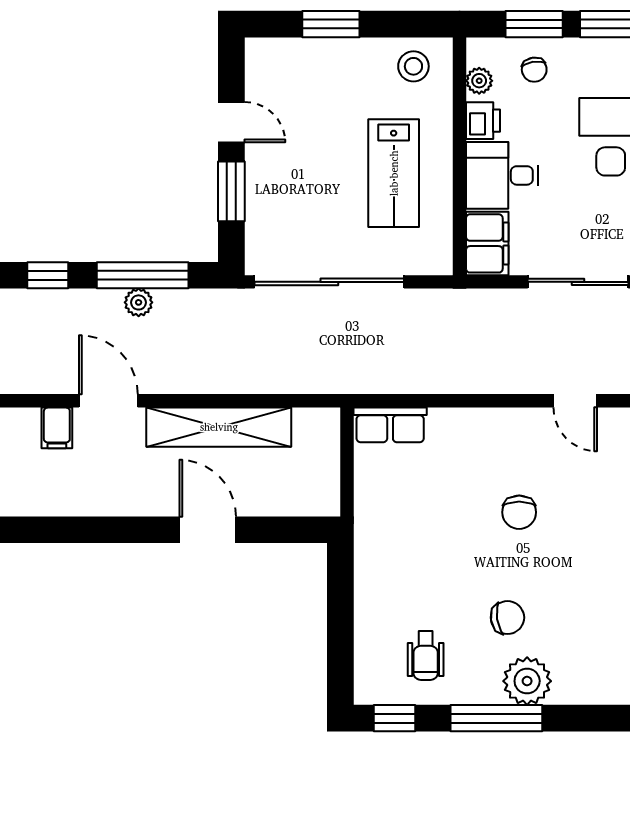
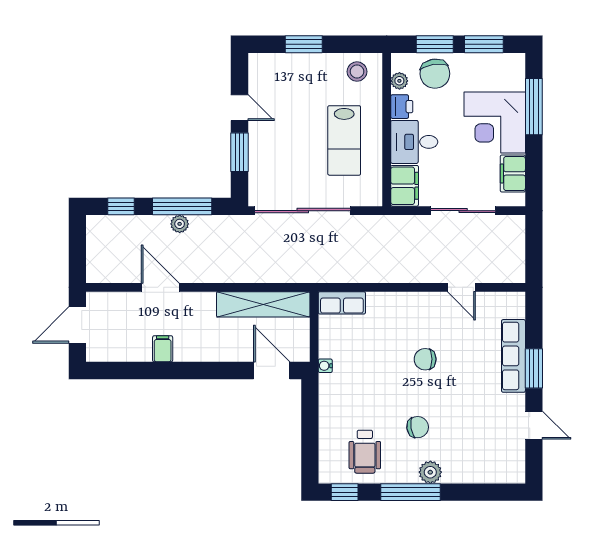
chair: (534, 70) -> (435, 74), width x1.87, depth x1.87
shelving: (219, 427) -> (263, 304), moved
filing cabinet: (57, 428) -> (163, 349), moved, turned 180
chair: (519, 512) -> (425, 359), turned 90
water cooler: (364, 522) -> (325, 366), added
door: (208, 530) -> (272, 371), moved
wheelchair: (426, 656) -> (365, 452), width x1.36, depth x1.37
plant: (527, 681) -> (430, 472), width x0.73, depth x0.73

